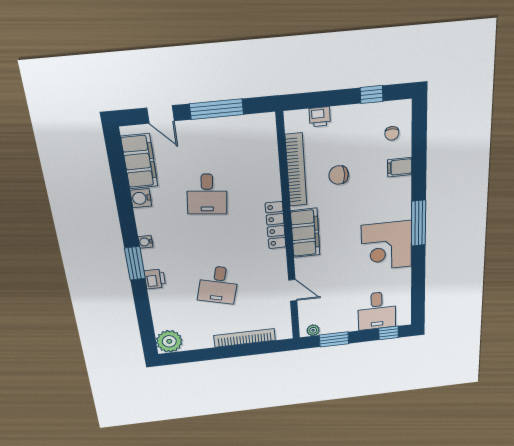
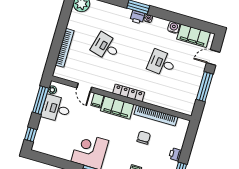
printer: (320, 117) -> (175, 154), moved
filing cabinet: (305, 265) -> (97, 100), added
printer: (155, 279) -> (137, 17), moved
door: (293, 290) -> (84, 88), hinge flipped
desk: (377, 311) -> (56, 109), moved
window: (334, 339) -> (41, 100), width x1.44

